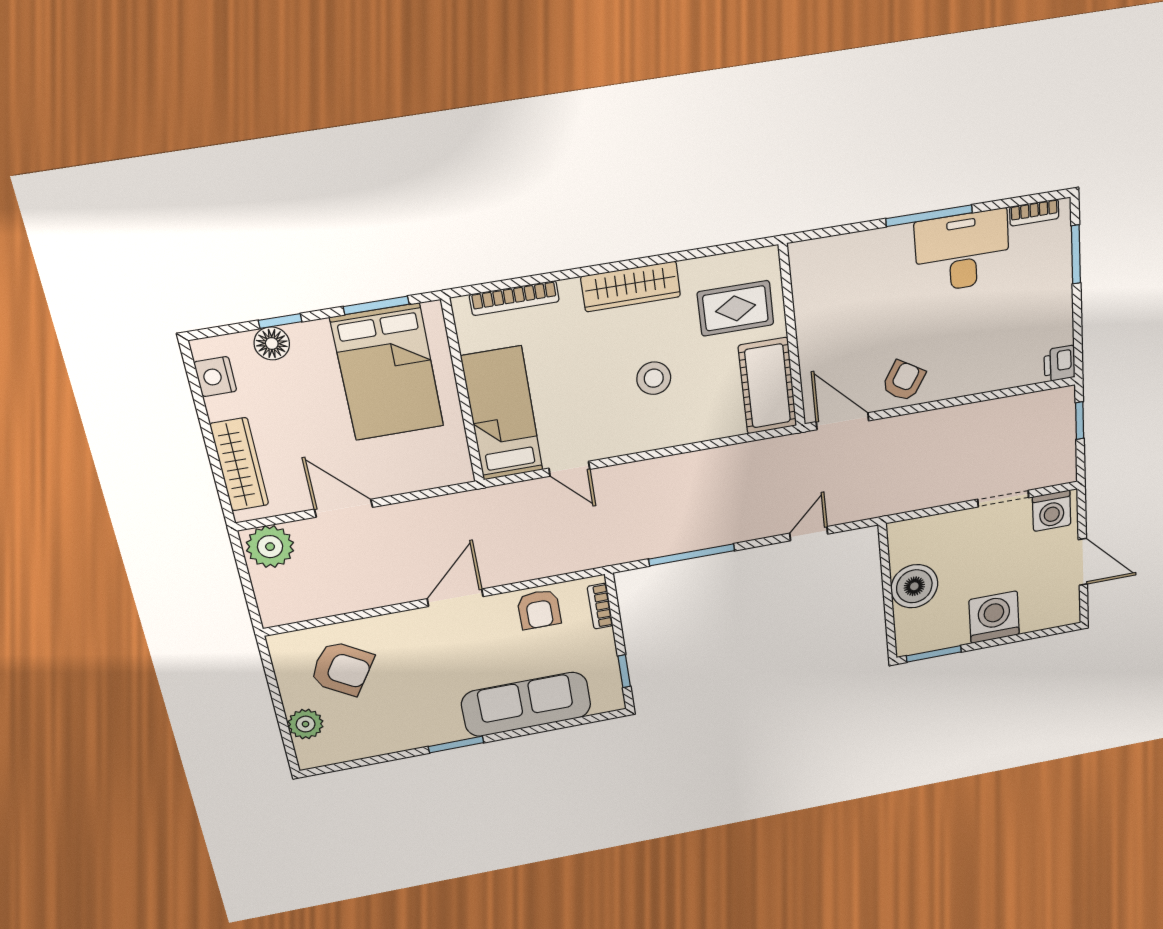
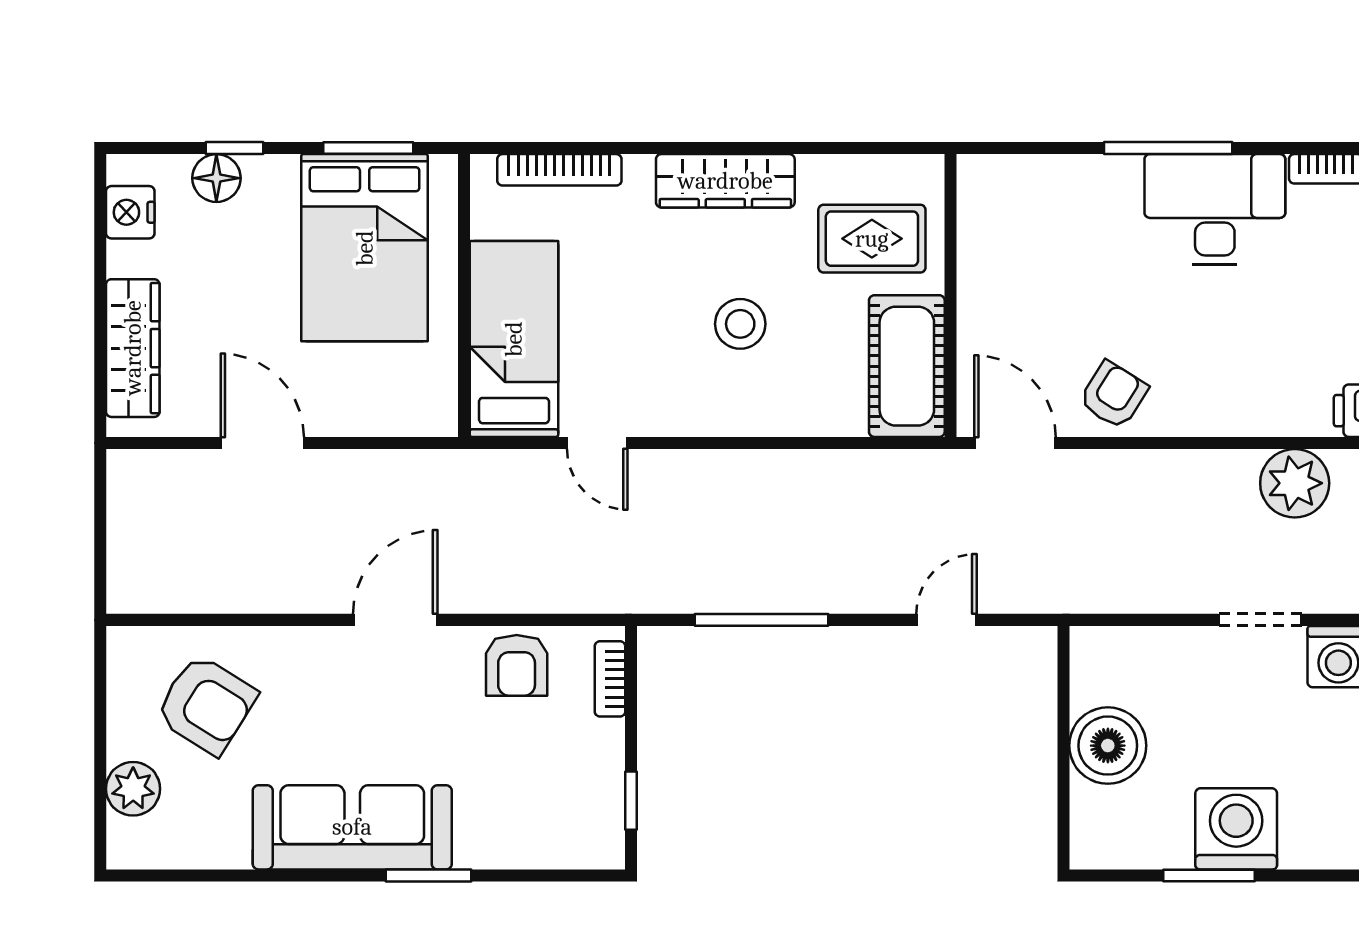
plant: (270, 547) -> (1295, 483), moved
window: (934, 654) -> (1209, 875), moved
sofa: (526, 704) -> (352, 827), moved
window: (456, 745) -> (428, 875), moved

